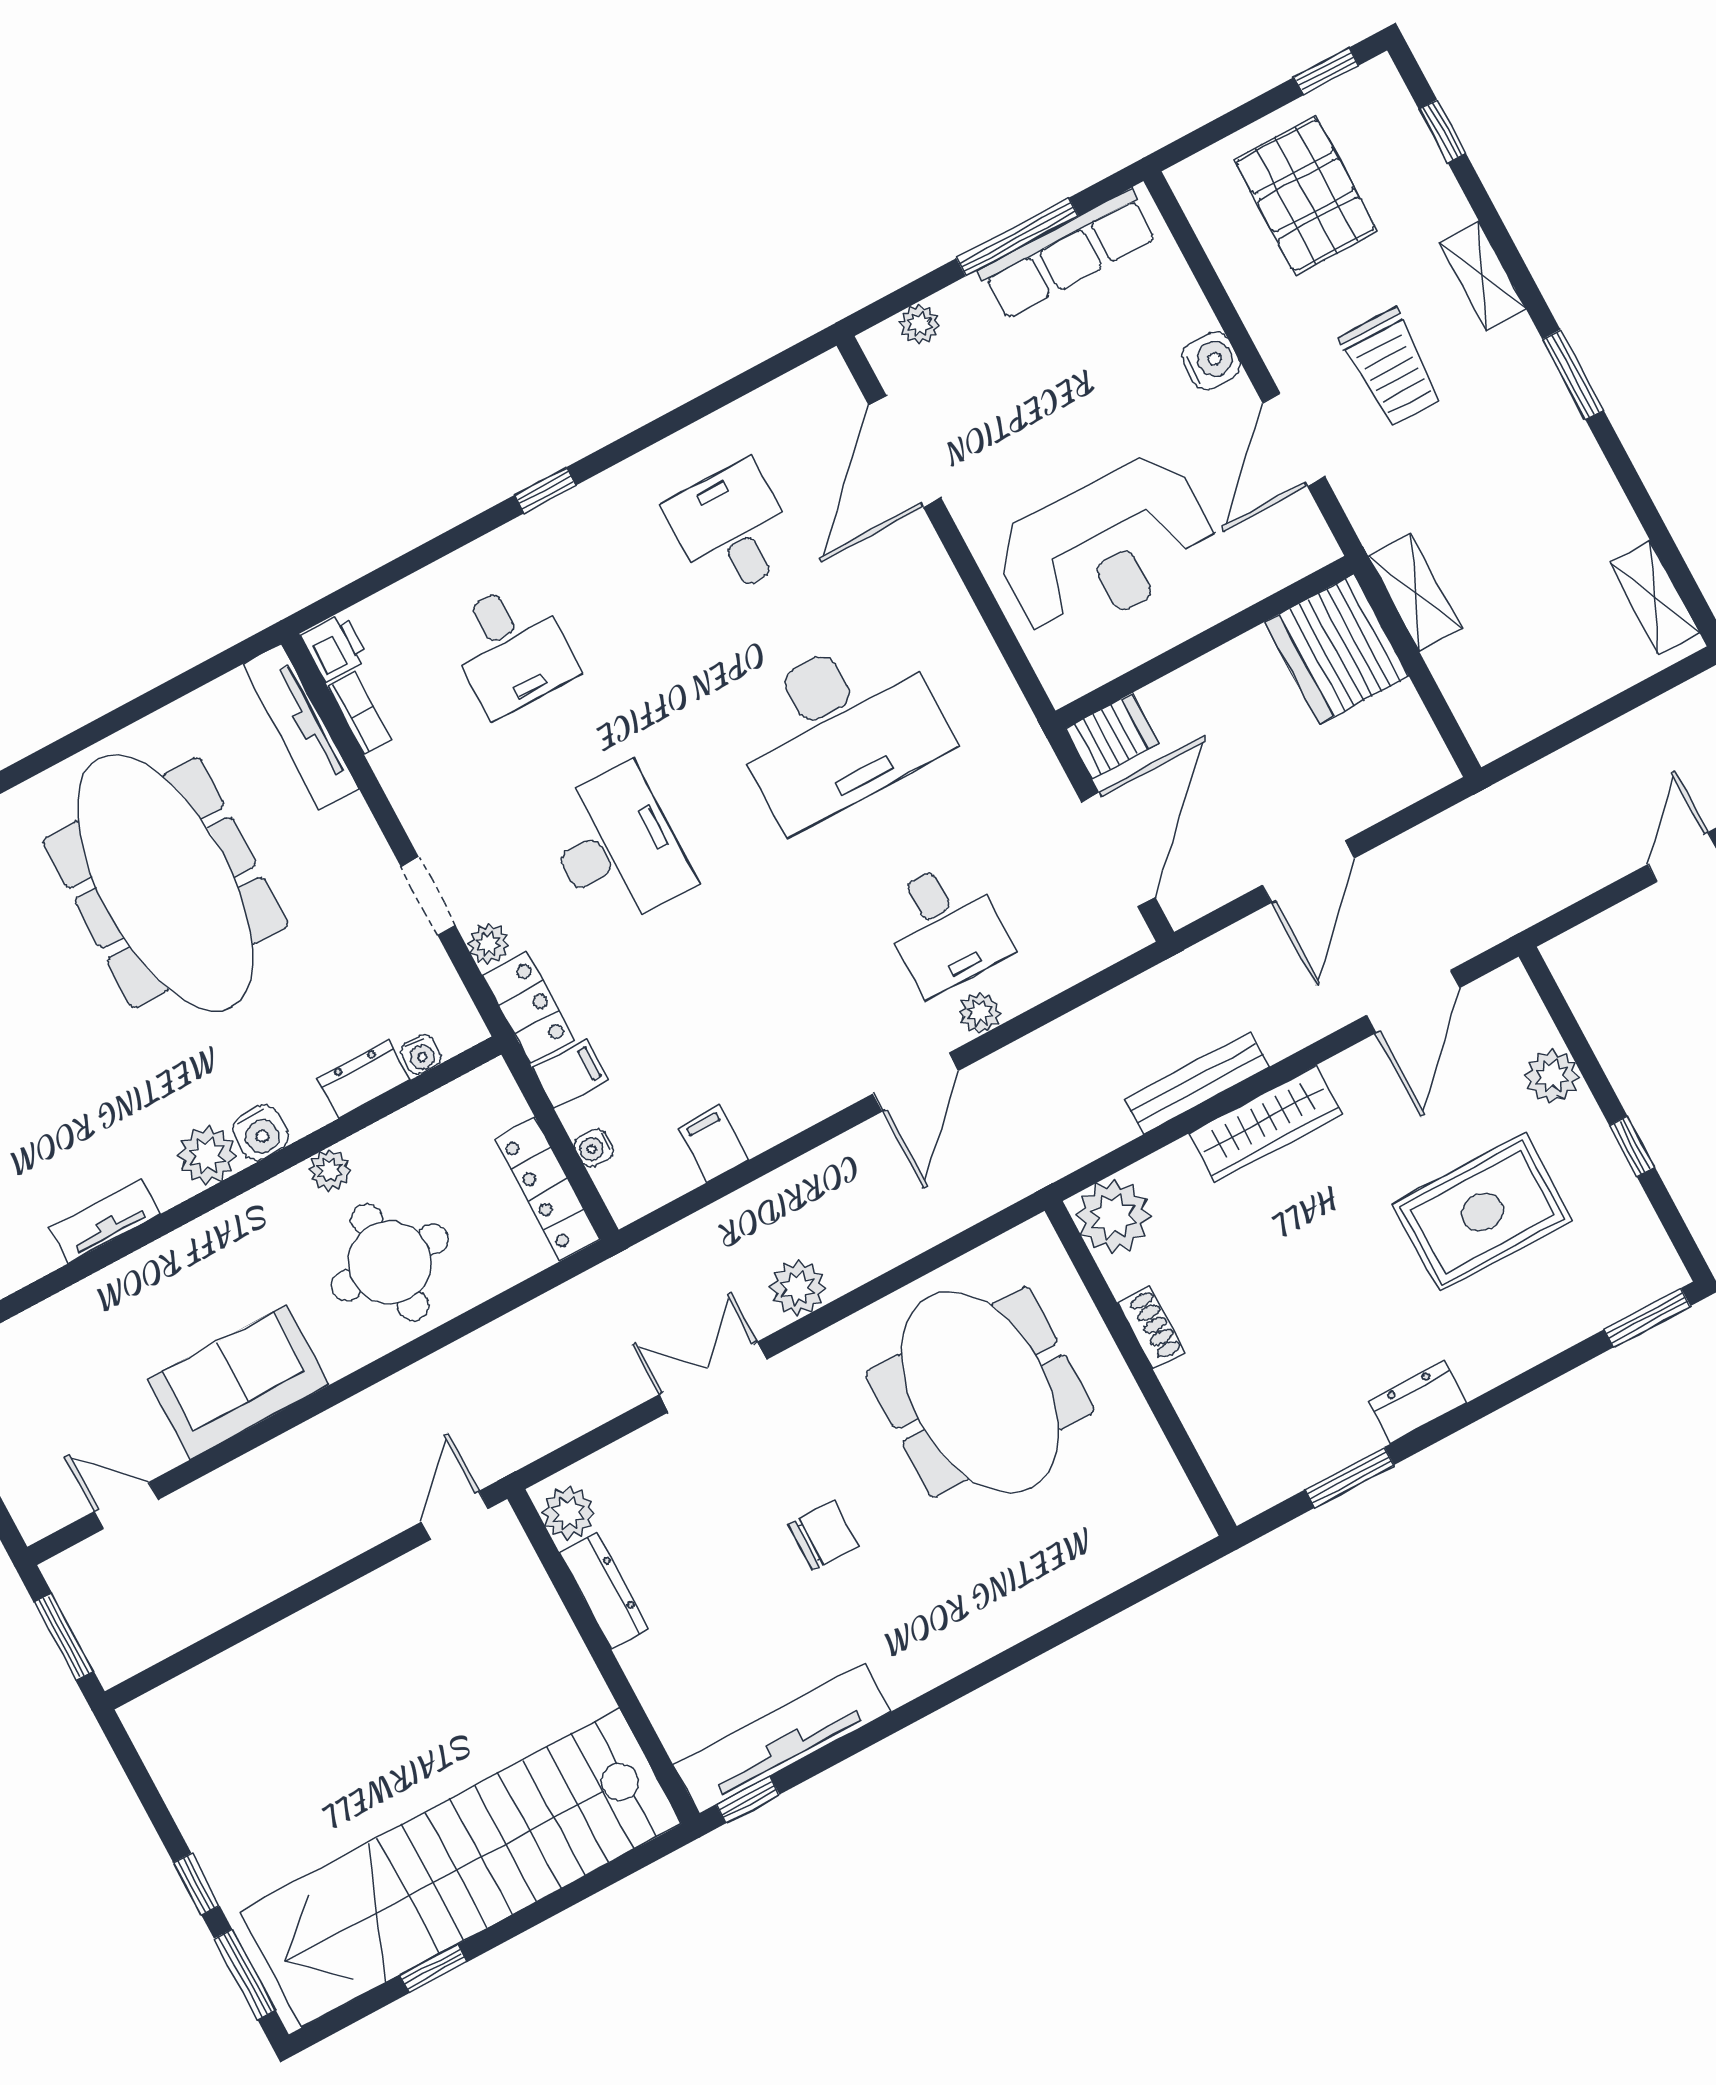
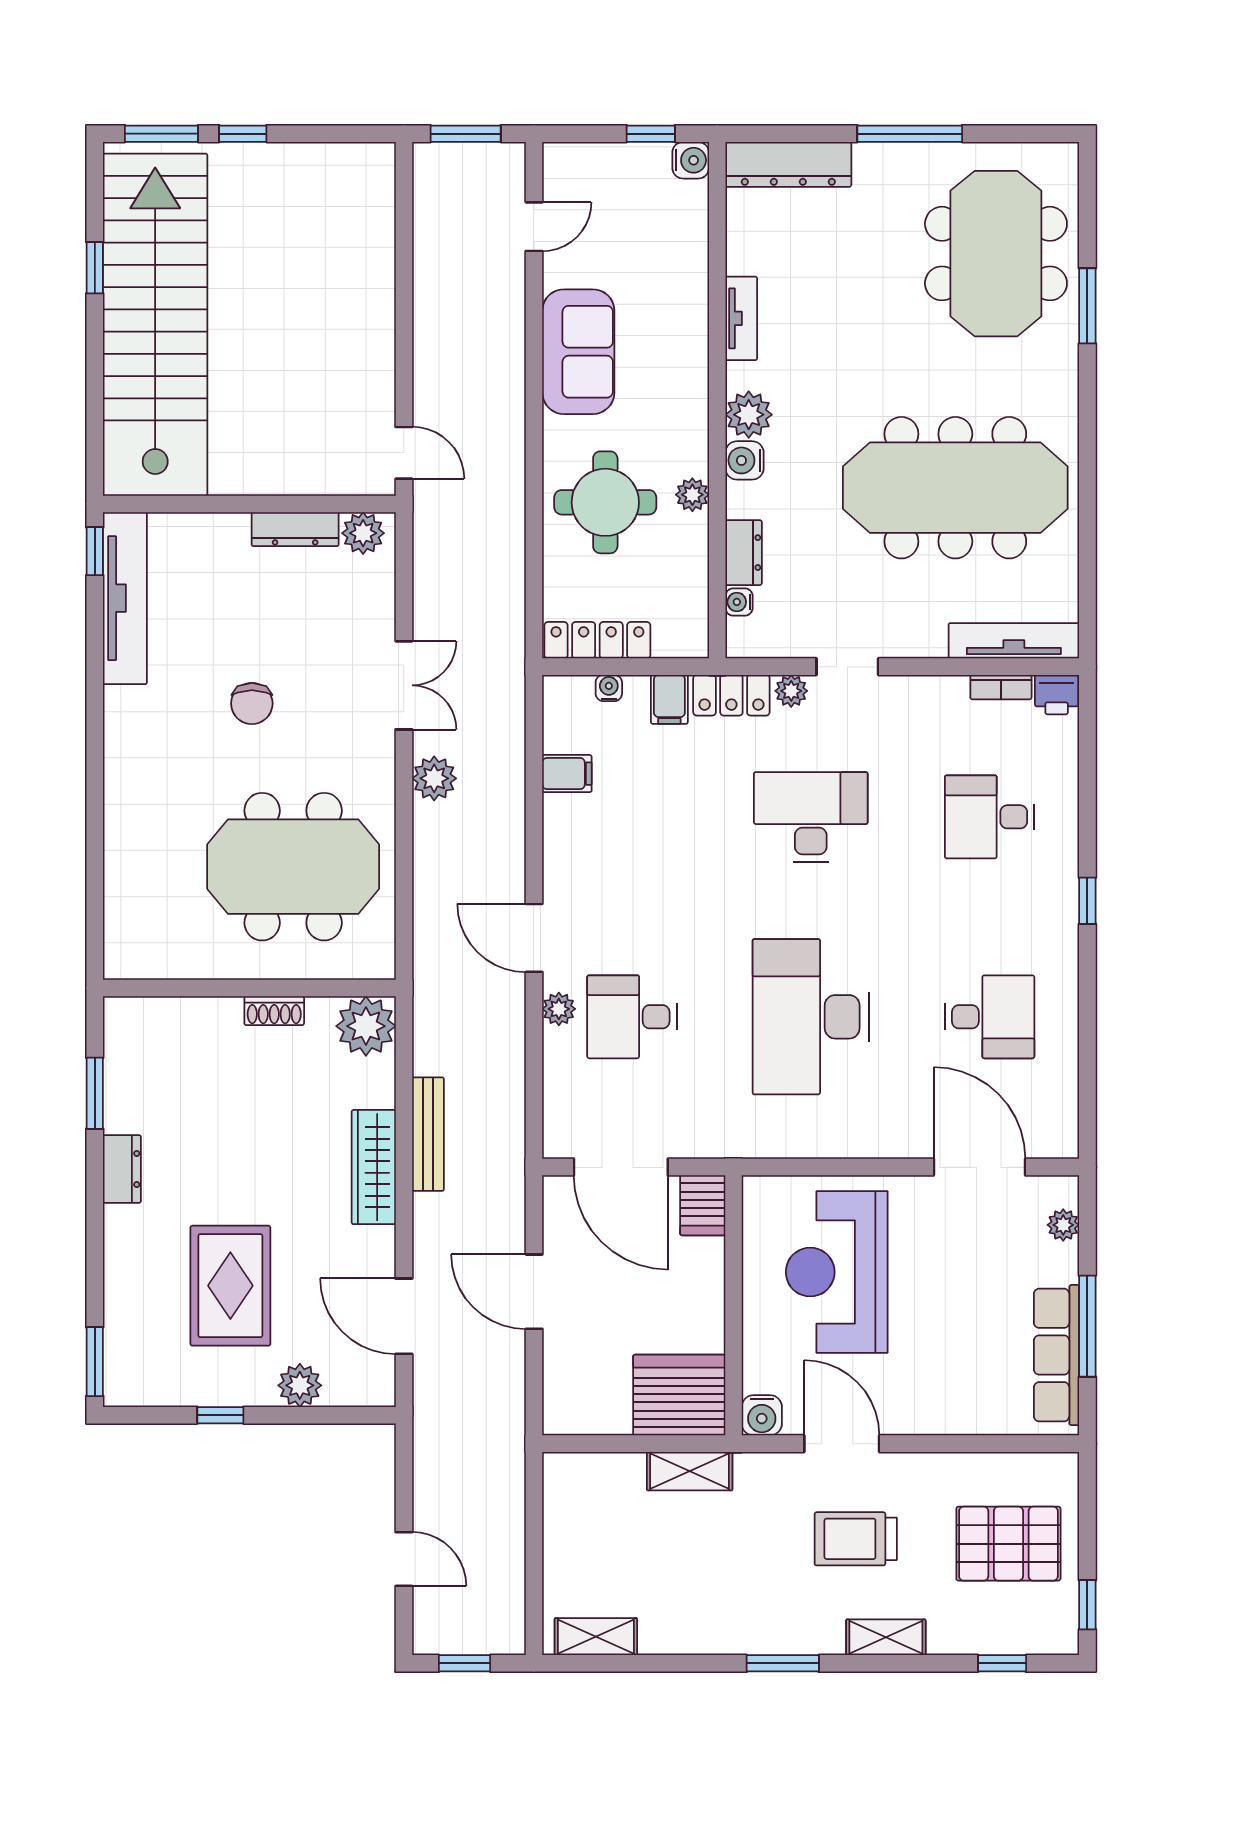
water cooler: (1211, 361) -> (762, 1415), moved
desk: (617, 847) -> (811, 817), turned 180

